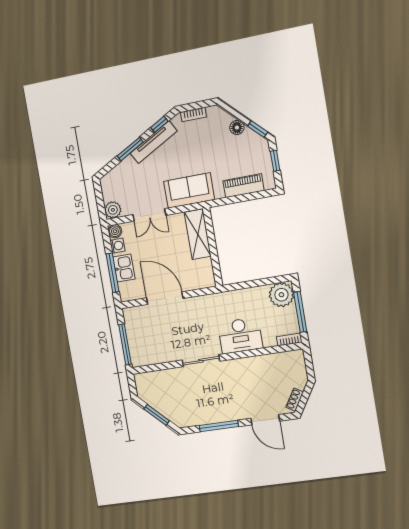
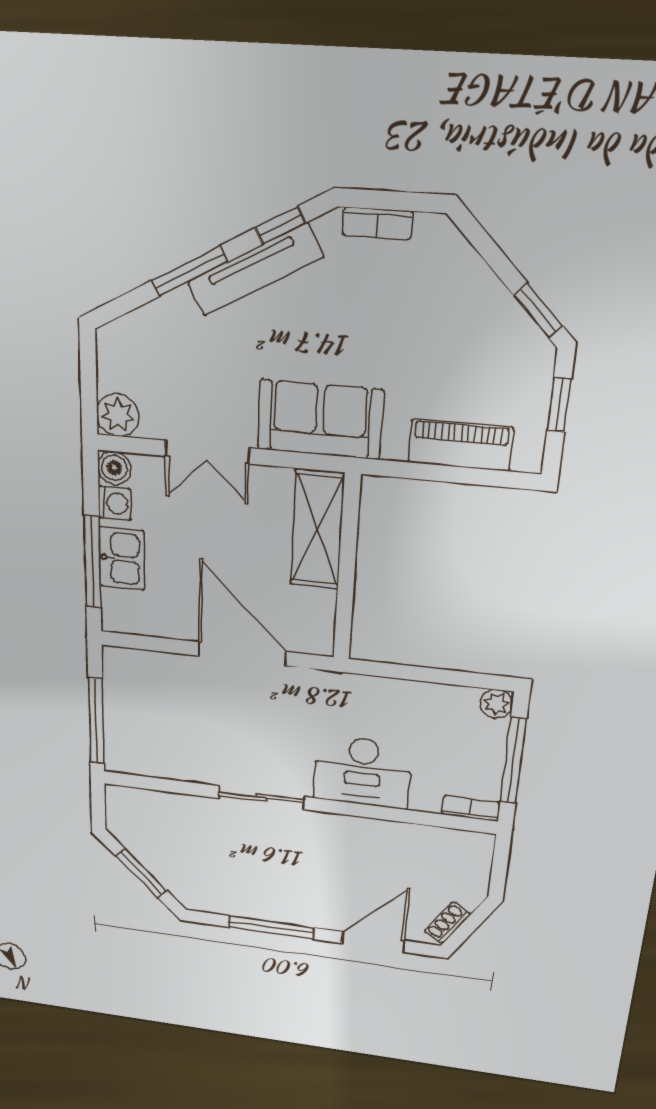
floor lamp: (237, 128) -> (485, 291), removed
plant: (281, 295) -> (496, 704), width x0.53, depth x0.53
door: (165, 298) -> (242, 654), moved
door: (265, 420) -> (373, 942), swing flipped

